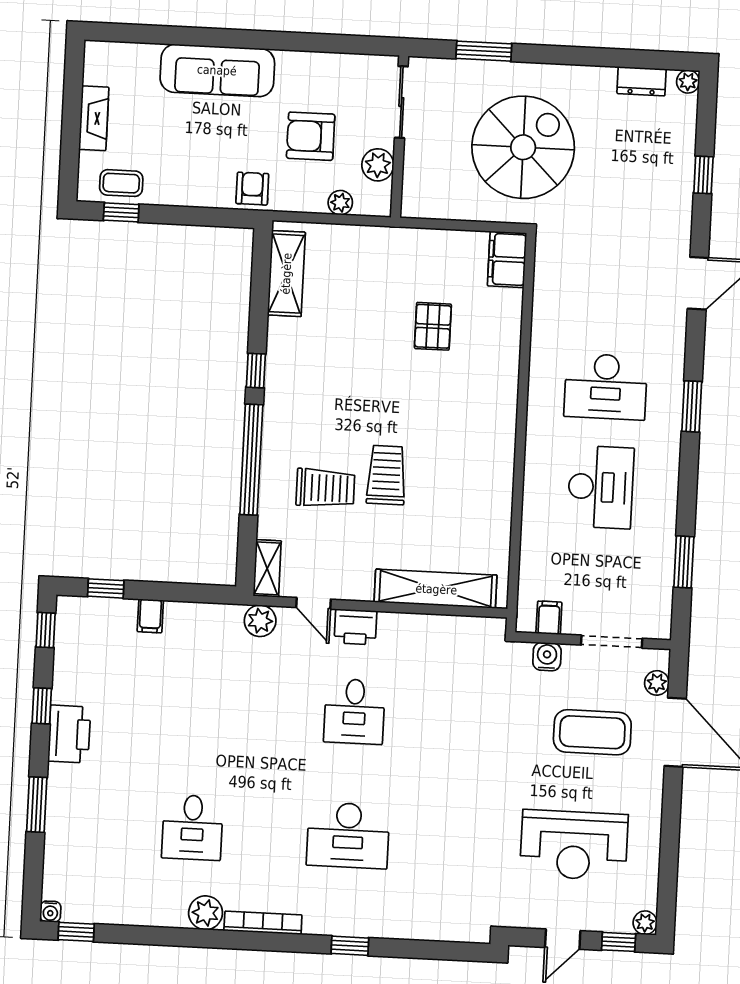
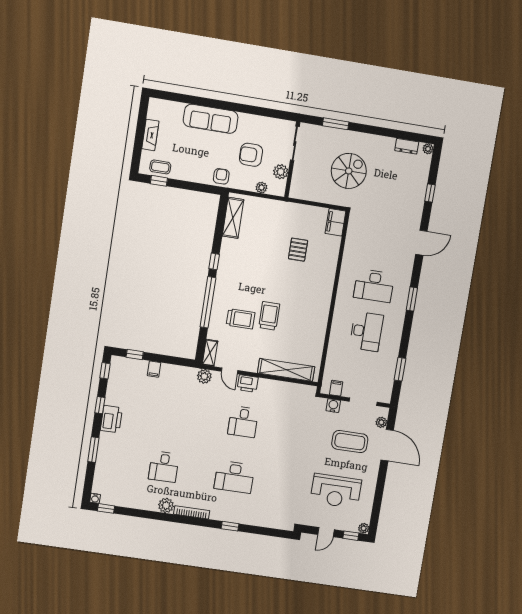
spiral stairs: (523, 147) -> (349, 171), width x0.73, depth x0.73

